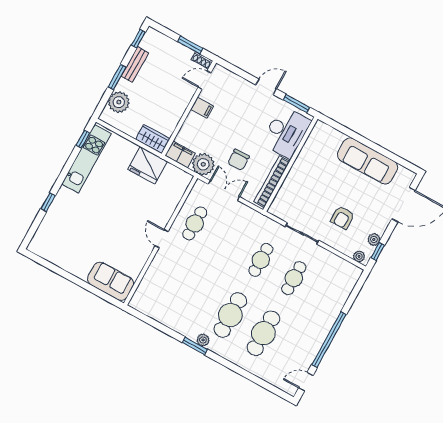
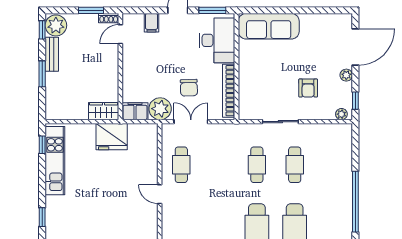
plant: (119, 102) -> (56, 25), moved
filing cabinet: (202, 108) -> (152, 23), moved, turned 90
sofa: (368, 161) -> (269, 26), moved
plant: (374, 239) -> (346, 75), moved

